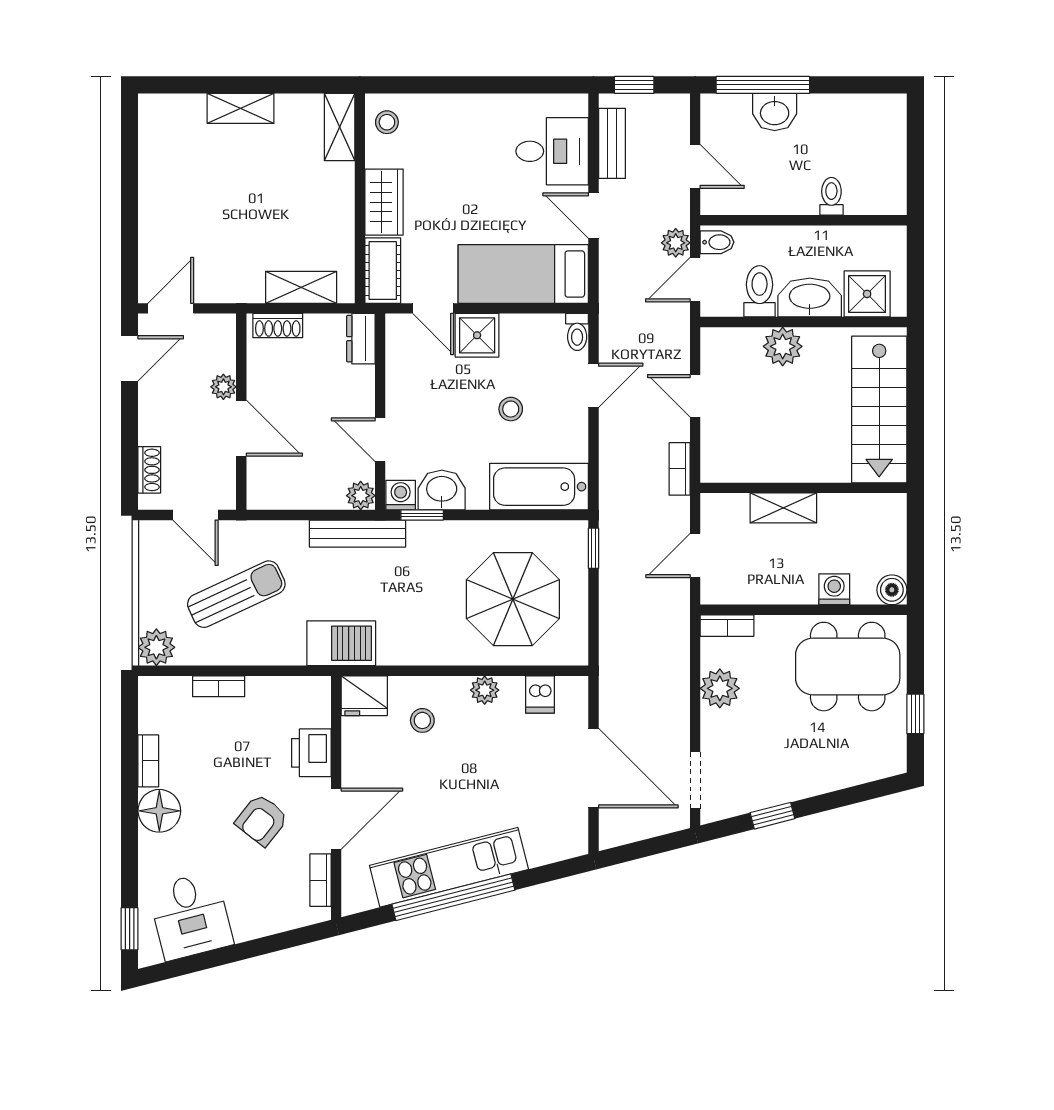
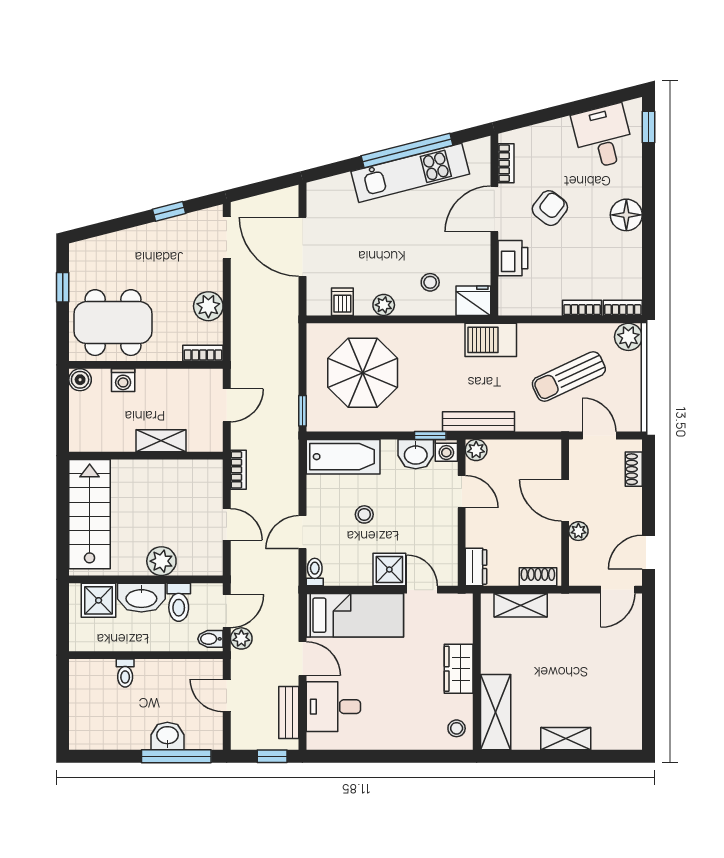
shelving: (340, 127) -> (496, 712), width x1.50, depth x1.33
cot: (383, 271) -> (460, 618), removed
bookcase: (148, 761) -> (623, 308), moved, turned 90

